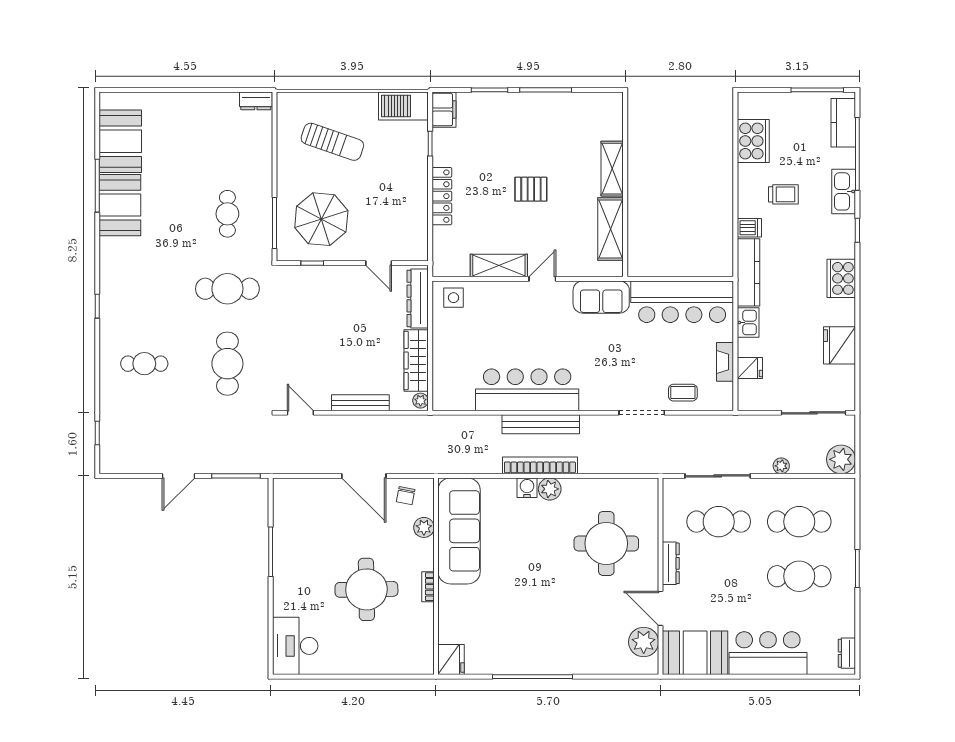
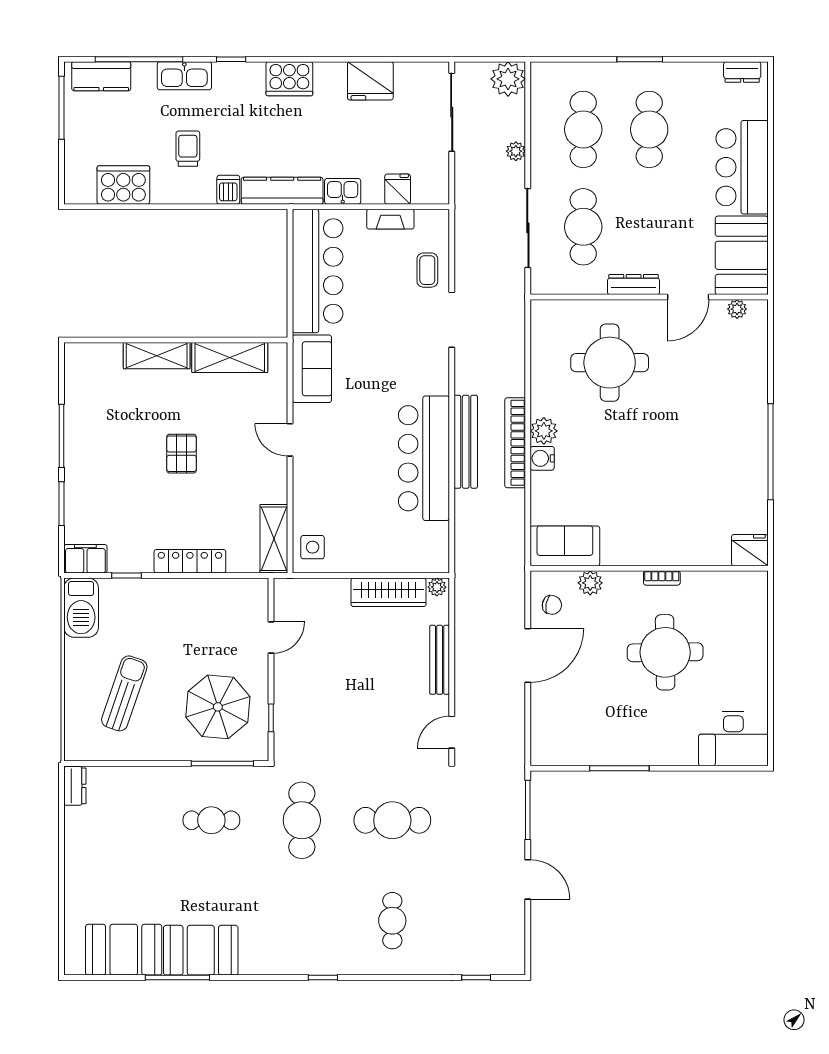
shelving: (499, 266) -> (274, 539), moved
dresser: (418, 298) -> (314, 591), removed
sofa: (459, 531) -> (565, 546), width x0.54, depth x0.79
plant: (644, 642) -> (737, 309), width x0.53, depth x0.53

